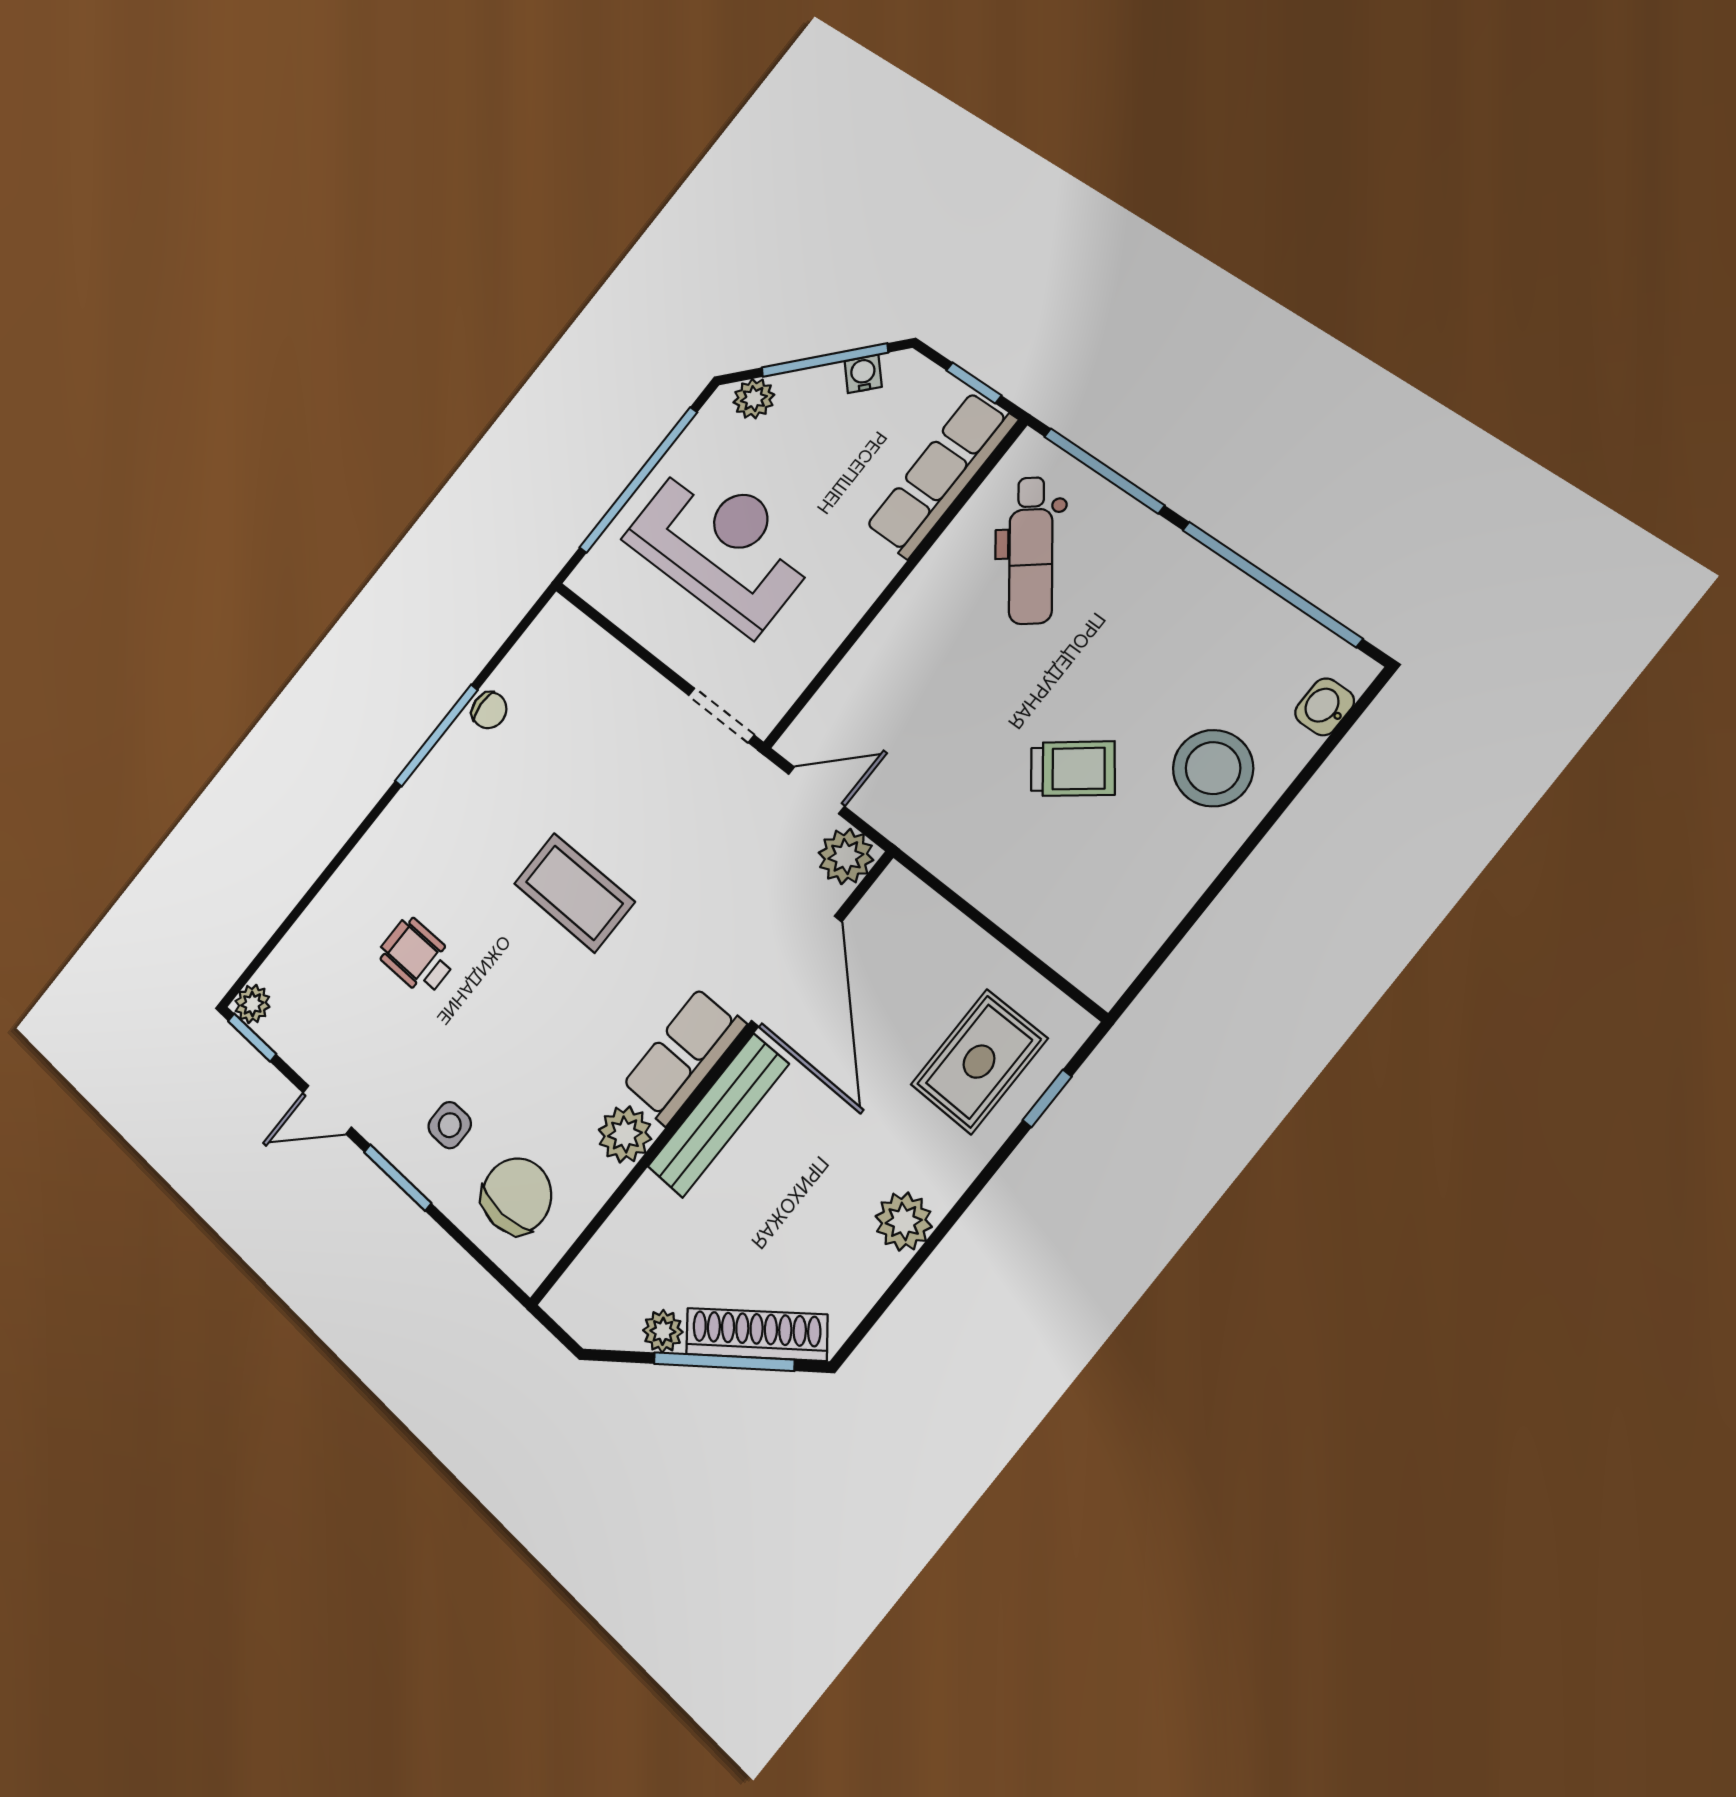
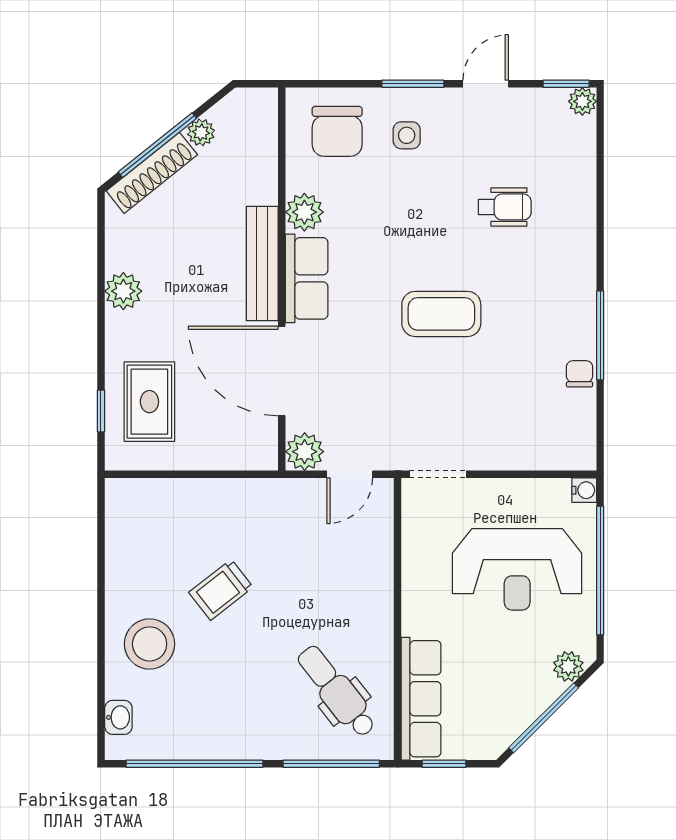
water cooler: (863, 374) -> (584, 490), moved, turned -45
chair: (489, 710) -> (580, 374), turned 94

